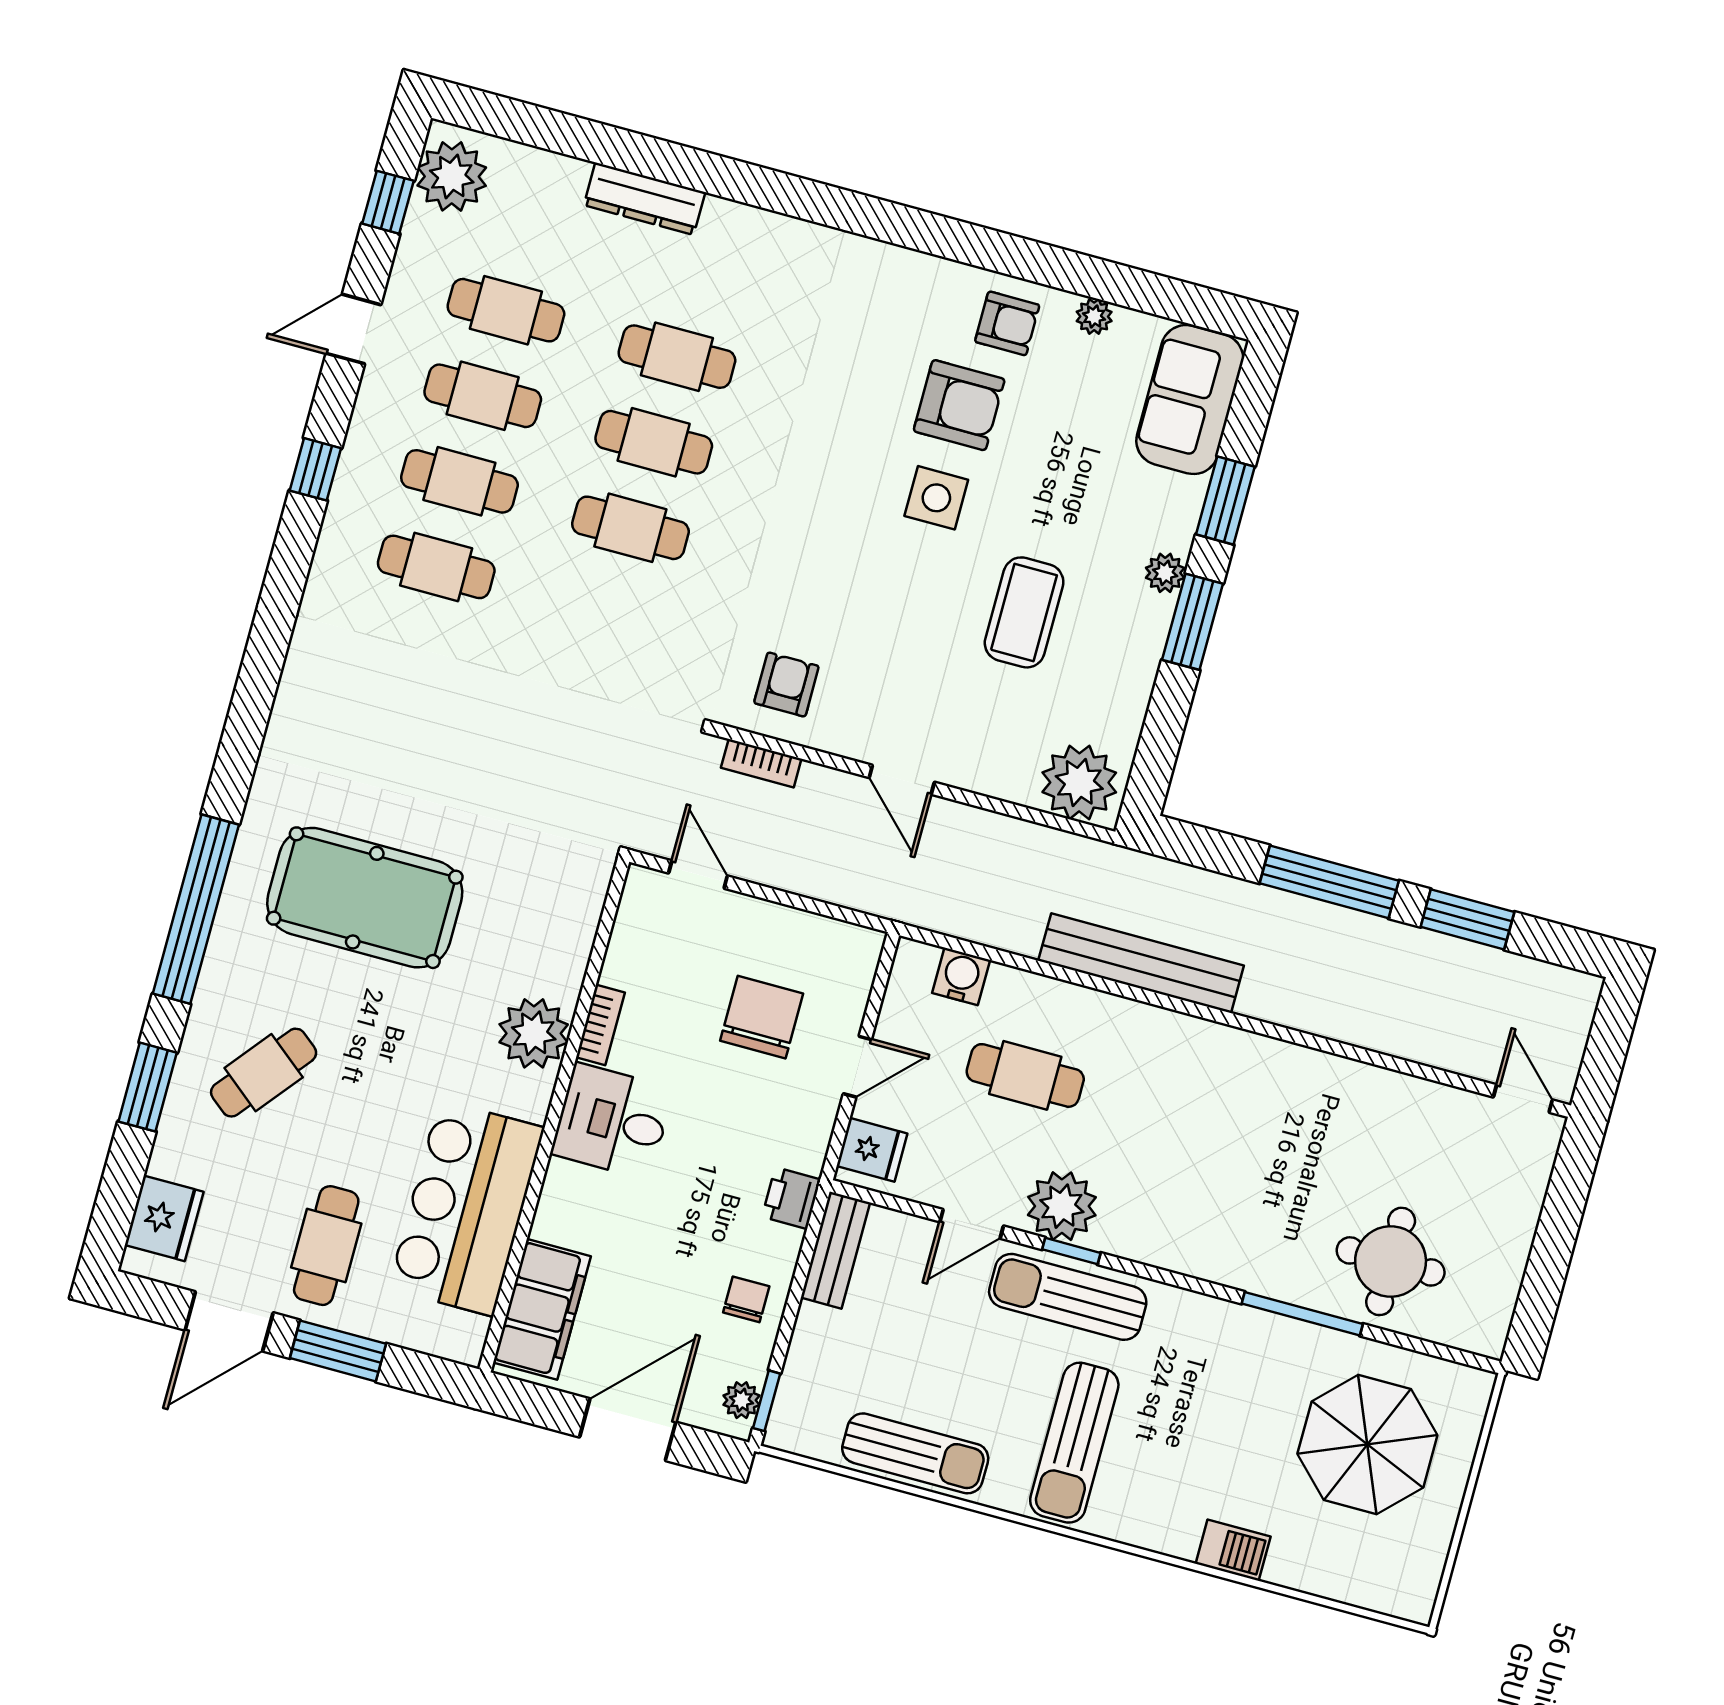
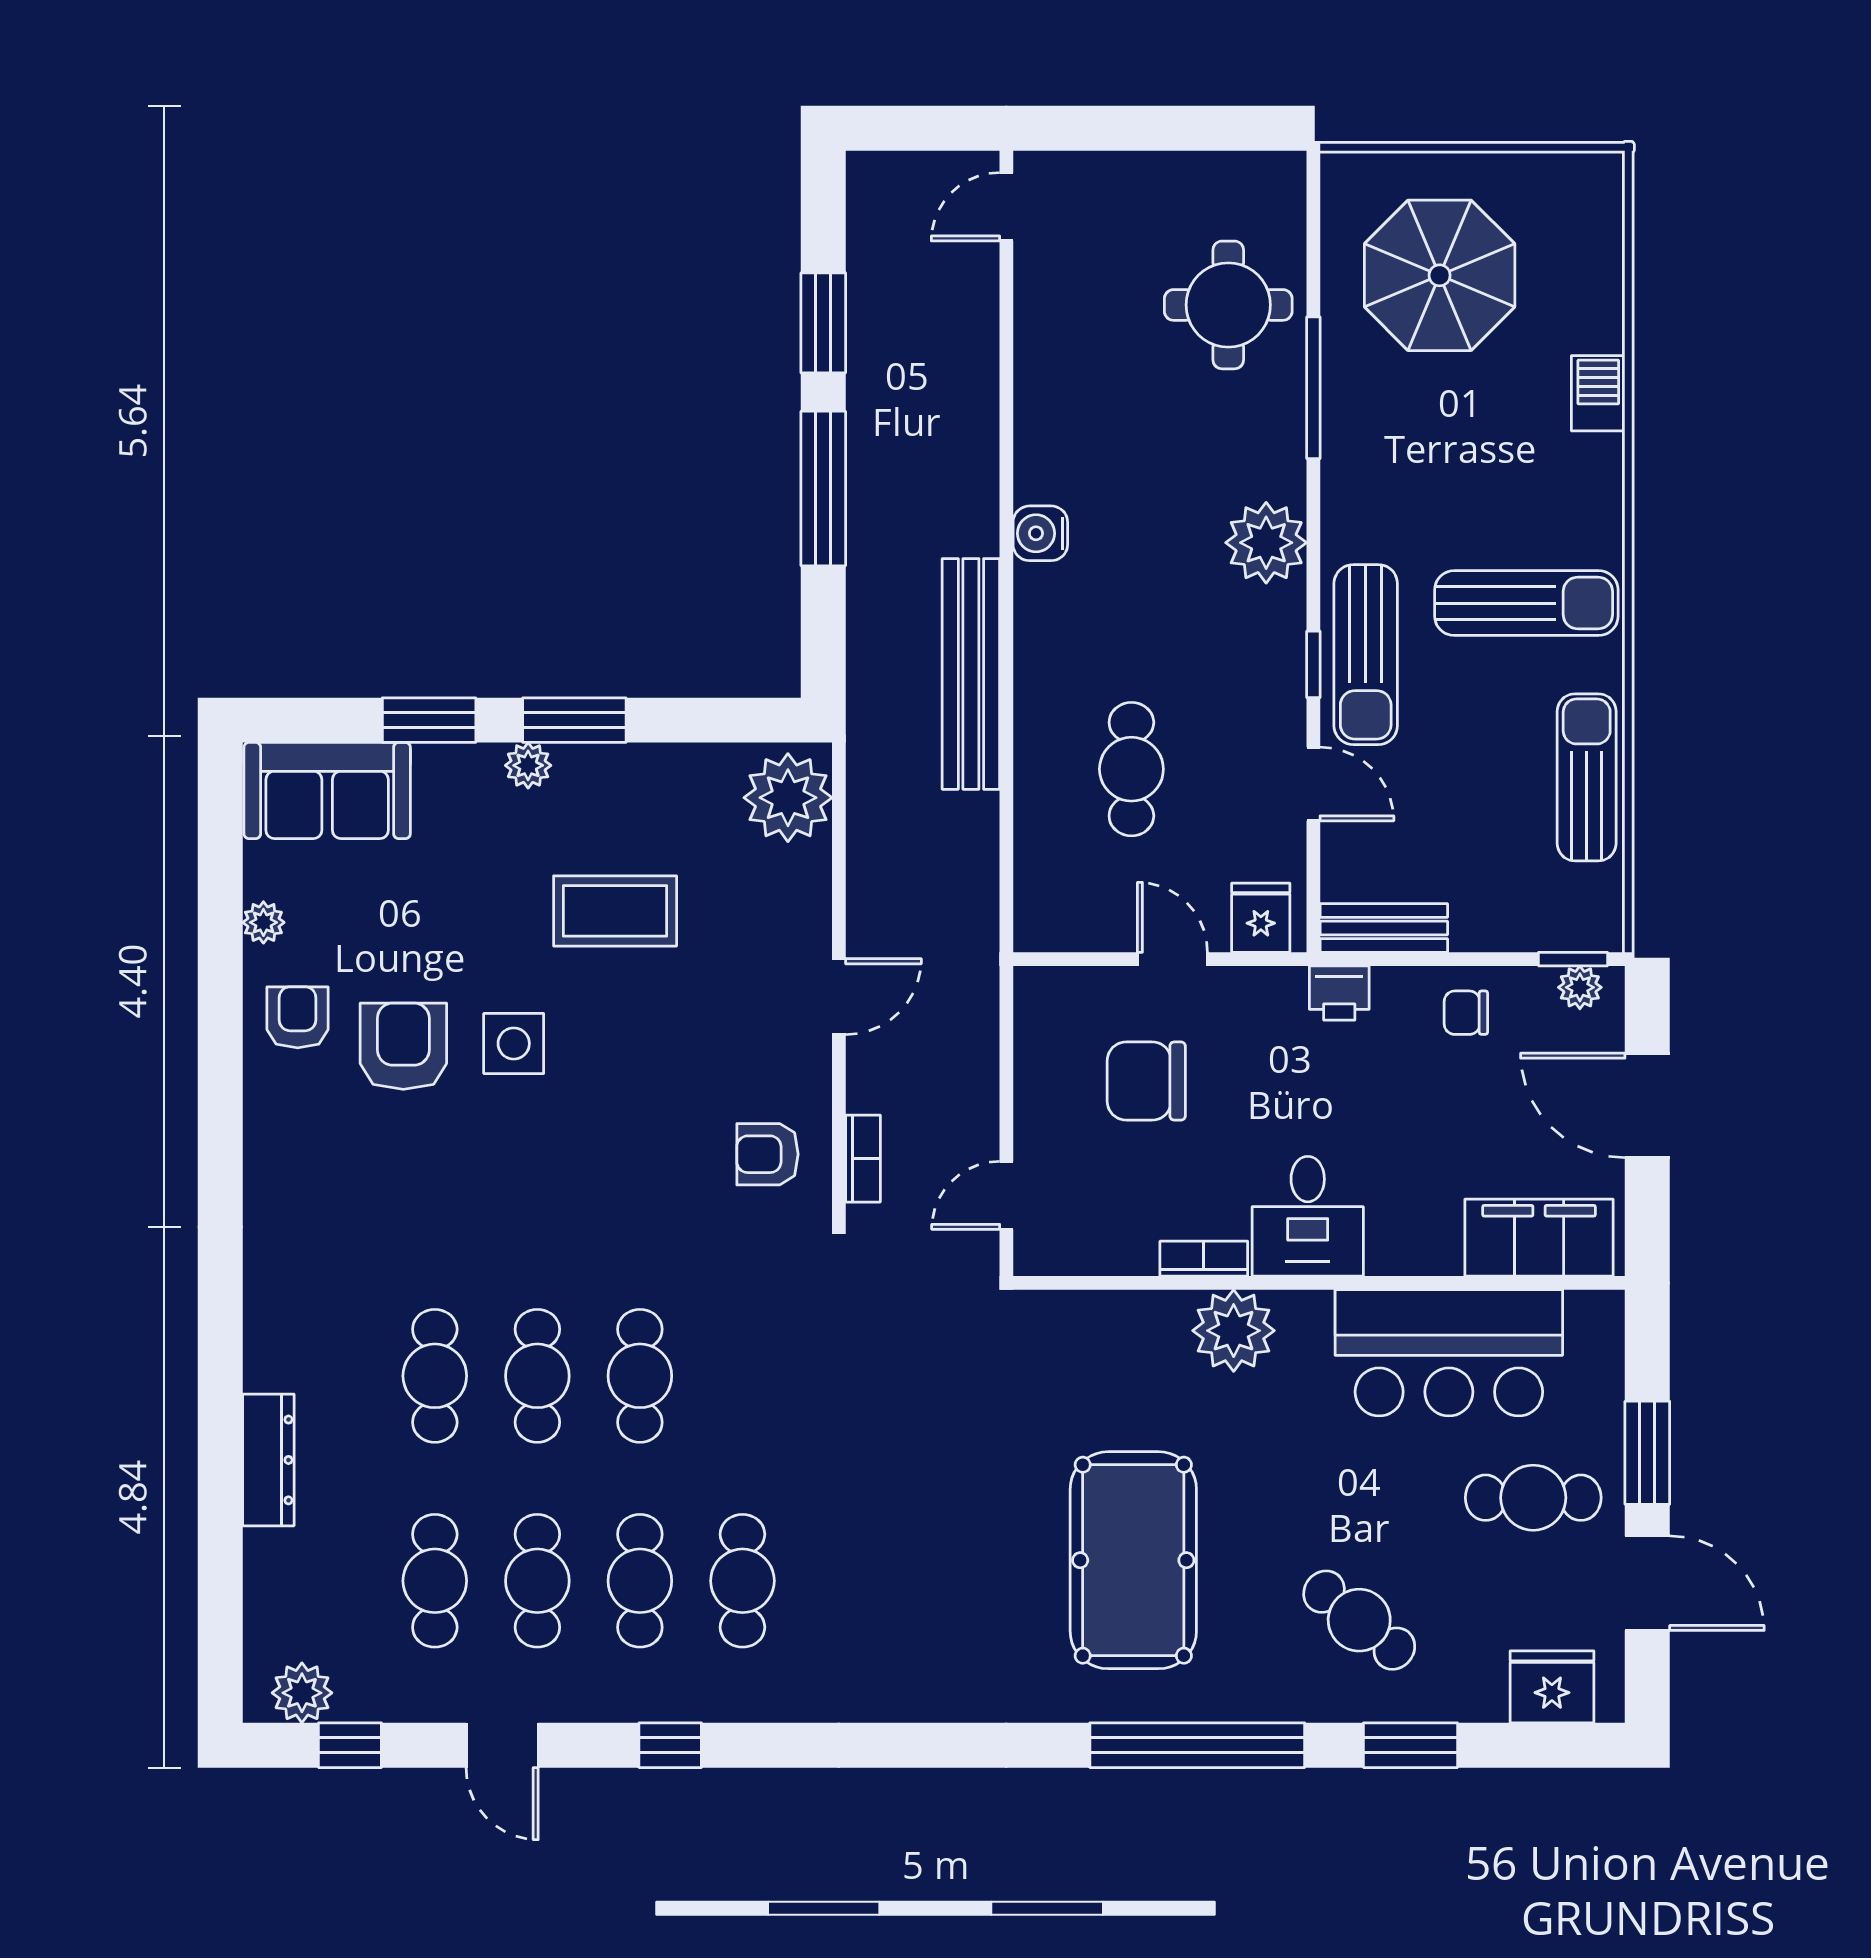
plant: (452, 176) -> (302, 1693), width x0.73, depth x0.73
water cooler: (961, 976) -> (1040, 533), moved
plant: (1062, 1206) -> (1266, 543), moved

